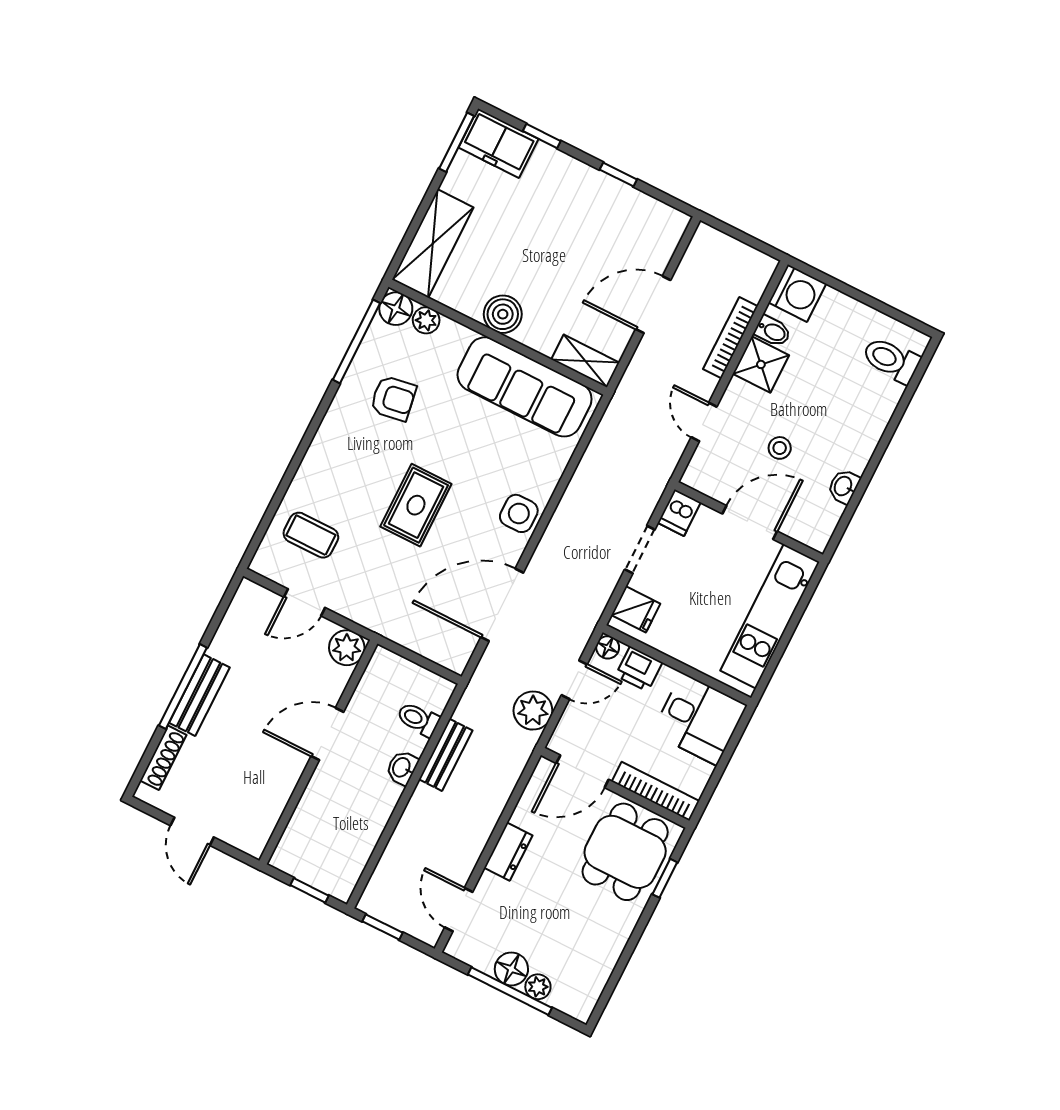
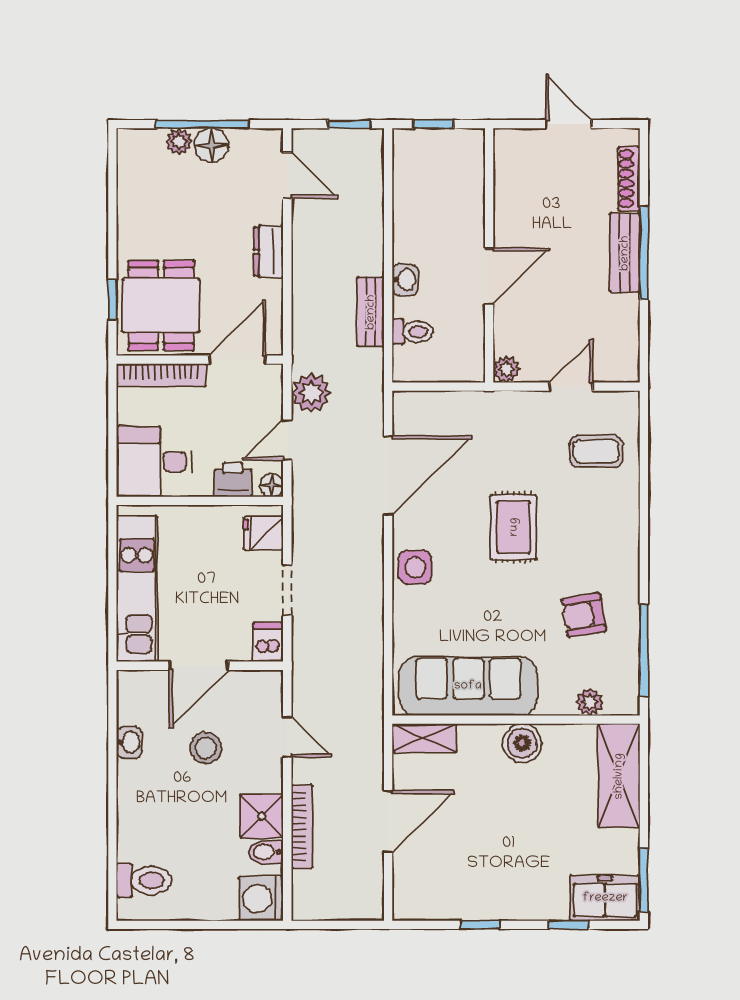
floor lamp: (396, 309) -> (623, 699), removed
stool: (780, 448) -> (206, 748), width x1.37, depth x1.37
plant: (347, 648) -> (506, 369), width x0.73, depth x0.73

